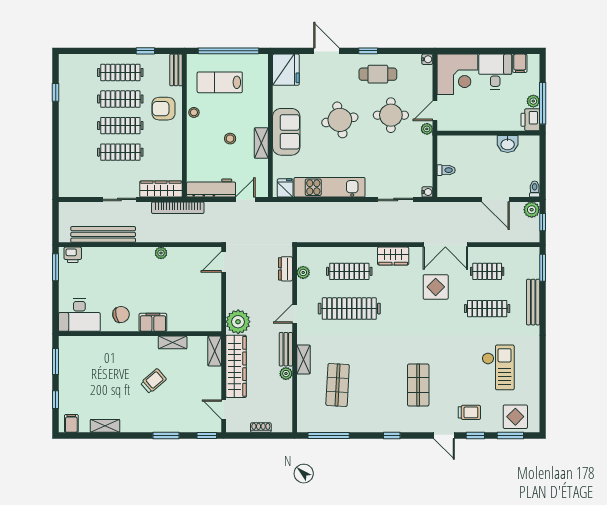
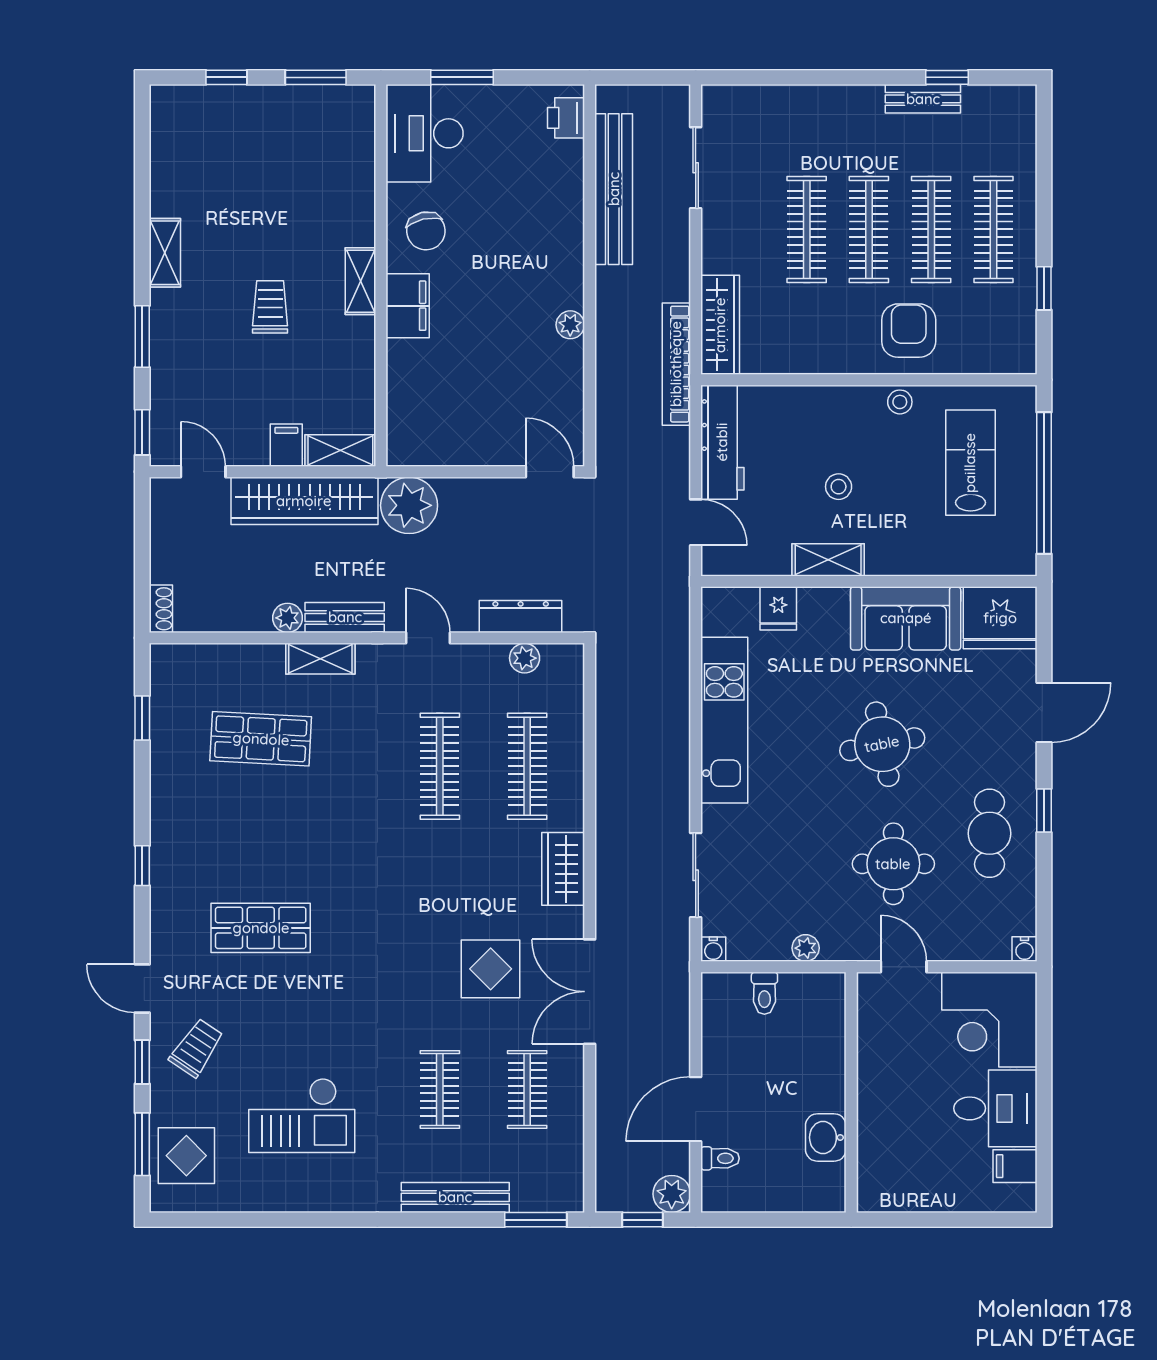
bench: (176, 70) -> (923, 99), moved
plant: (533, 101) -> (926, 1198), removed
window: (543, 103) -> (921, 1220), removed
printer: (530, 120) -> (883, 1191), removed
plant: (427, 129) -> (806, 948), moved
sofa: (286, 132) -> (906, 618), moved
fridge: (285, 188) -> (778, 608), moved, turned 90
toilet: (535, 189) -> (720, 1158), moved
sliding door: (119, 199) -> (696, 168), moved
window: (56, 267) -> (462, 77), moved
dresser: (285, 269) -> (521, 617), width x1.44
clothes rail: (349, 309) -> (440, 766), width x0.73, depth x0.76
clothes rail: (487, 309) -> (440, 1089), width x0.73
shelving: (173, 342) -> (361, 281), moved
trolley: (153, 381) -> (270, 307), turned -139
door: (224, 410) -> (203, 472), hinge flipped
trolley: (469, 412) -> (196, 1048), turned -146
filing cabinet: (71, 423) -> (286, 445), moved, turned -90
shelving: (105, 426) -> (165, 253), moved
shoe rack: (261, 428) -> (161, 609), moved
window: (329, 436) -> (142, 718), width x0.46
door: (444, 436) -> (142, 988), hinge flipped

